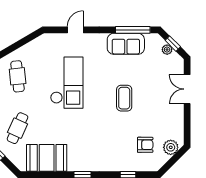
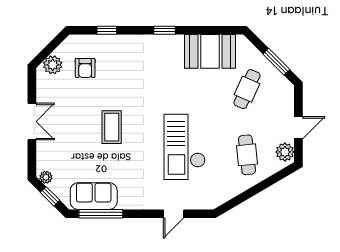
sofa: (126, 44) -> (94, 196), moved
plant: (167, 50) -> (46, 177), moved
double door: (187, 89) -> (32, 122), moved
armchair: (145, 145) -> (85, 68), turned -90

